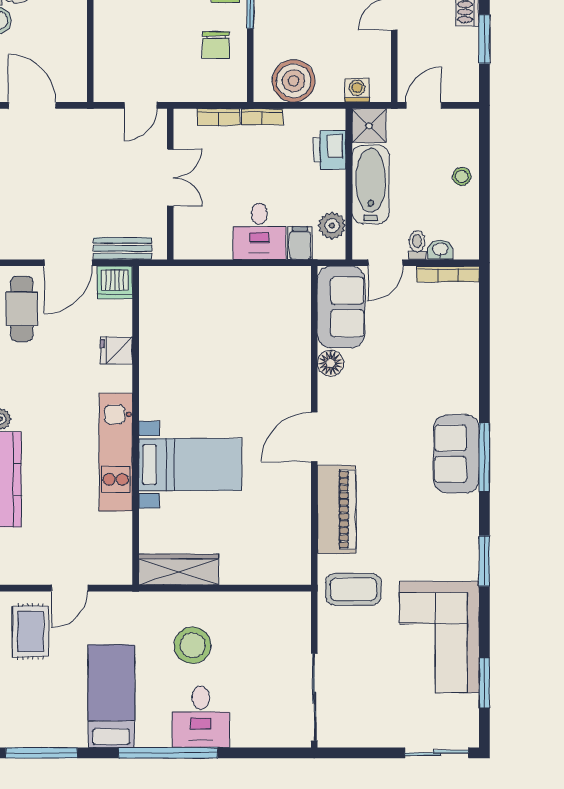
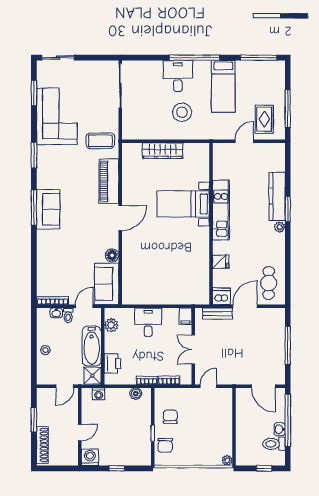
boiler: (294, 81) -> (136, 394), width x0.54, depth x0.54
filing cabinet: (300, 243) -> (185, 316), moved
wardrobe: (179, 569) -> (163, 151), moved

